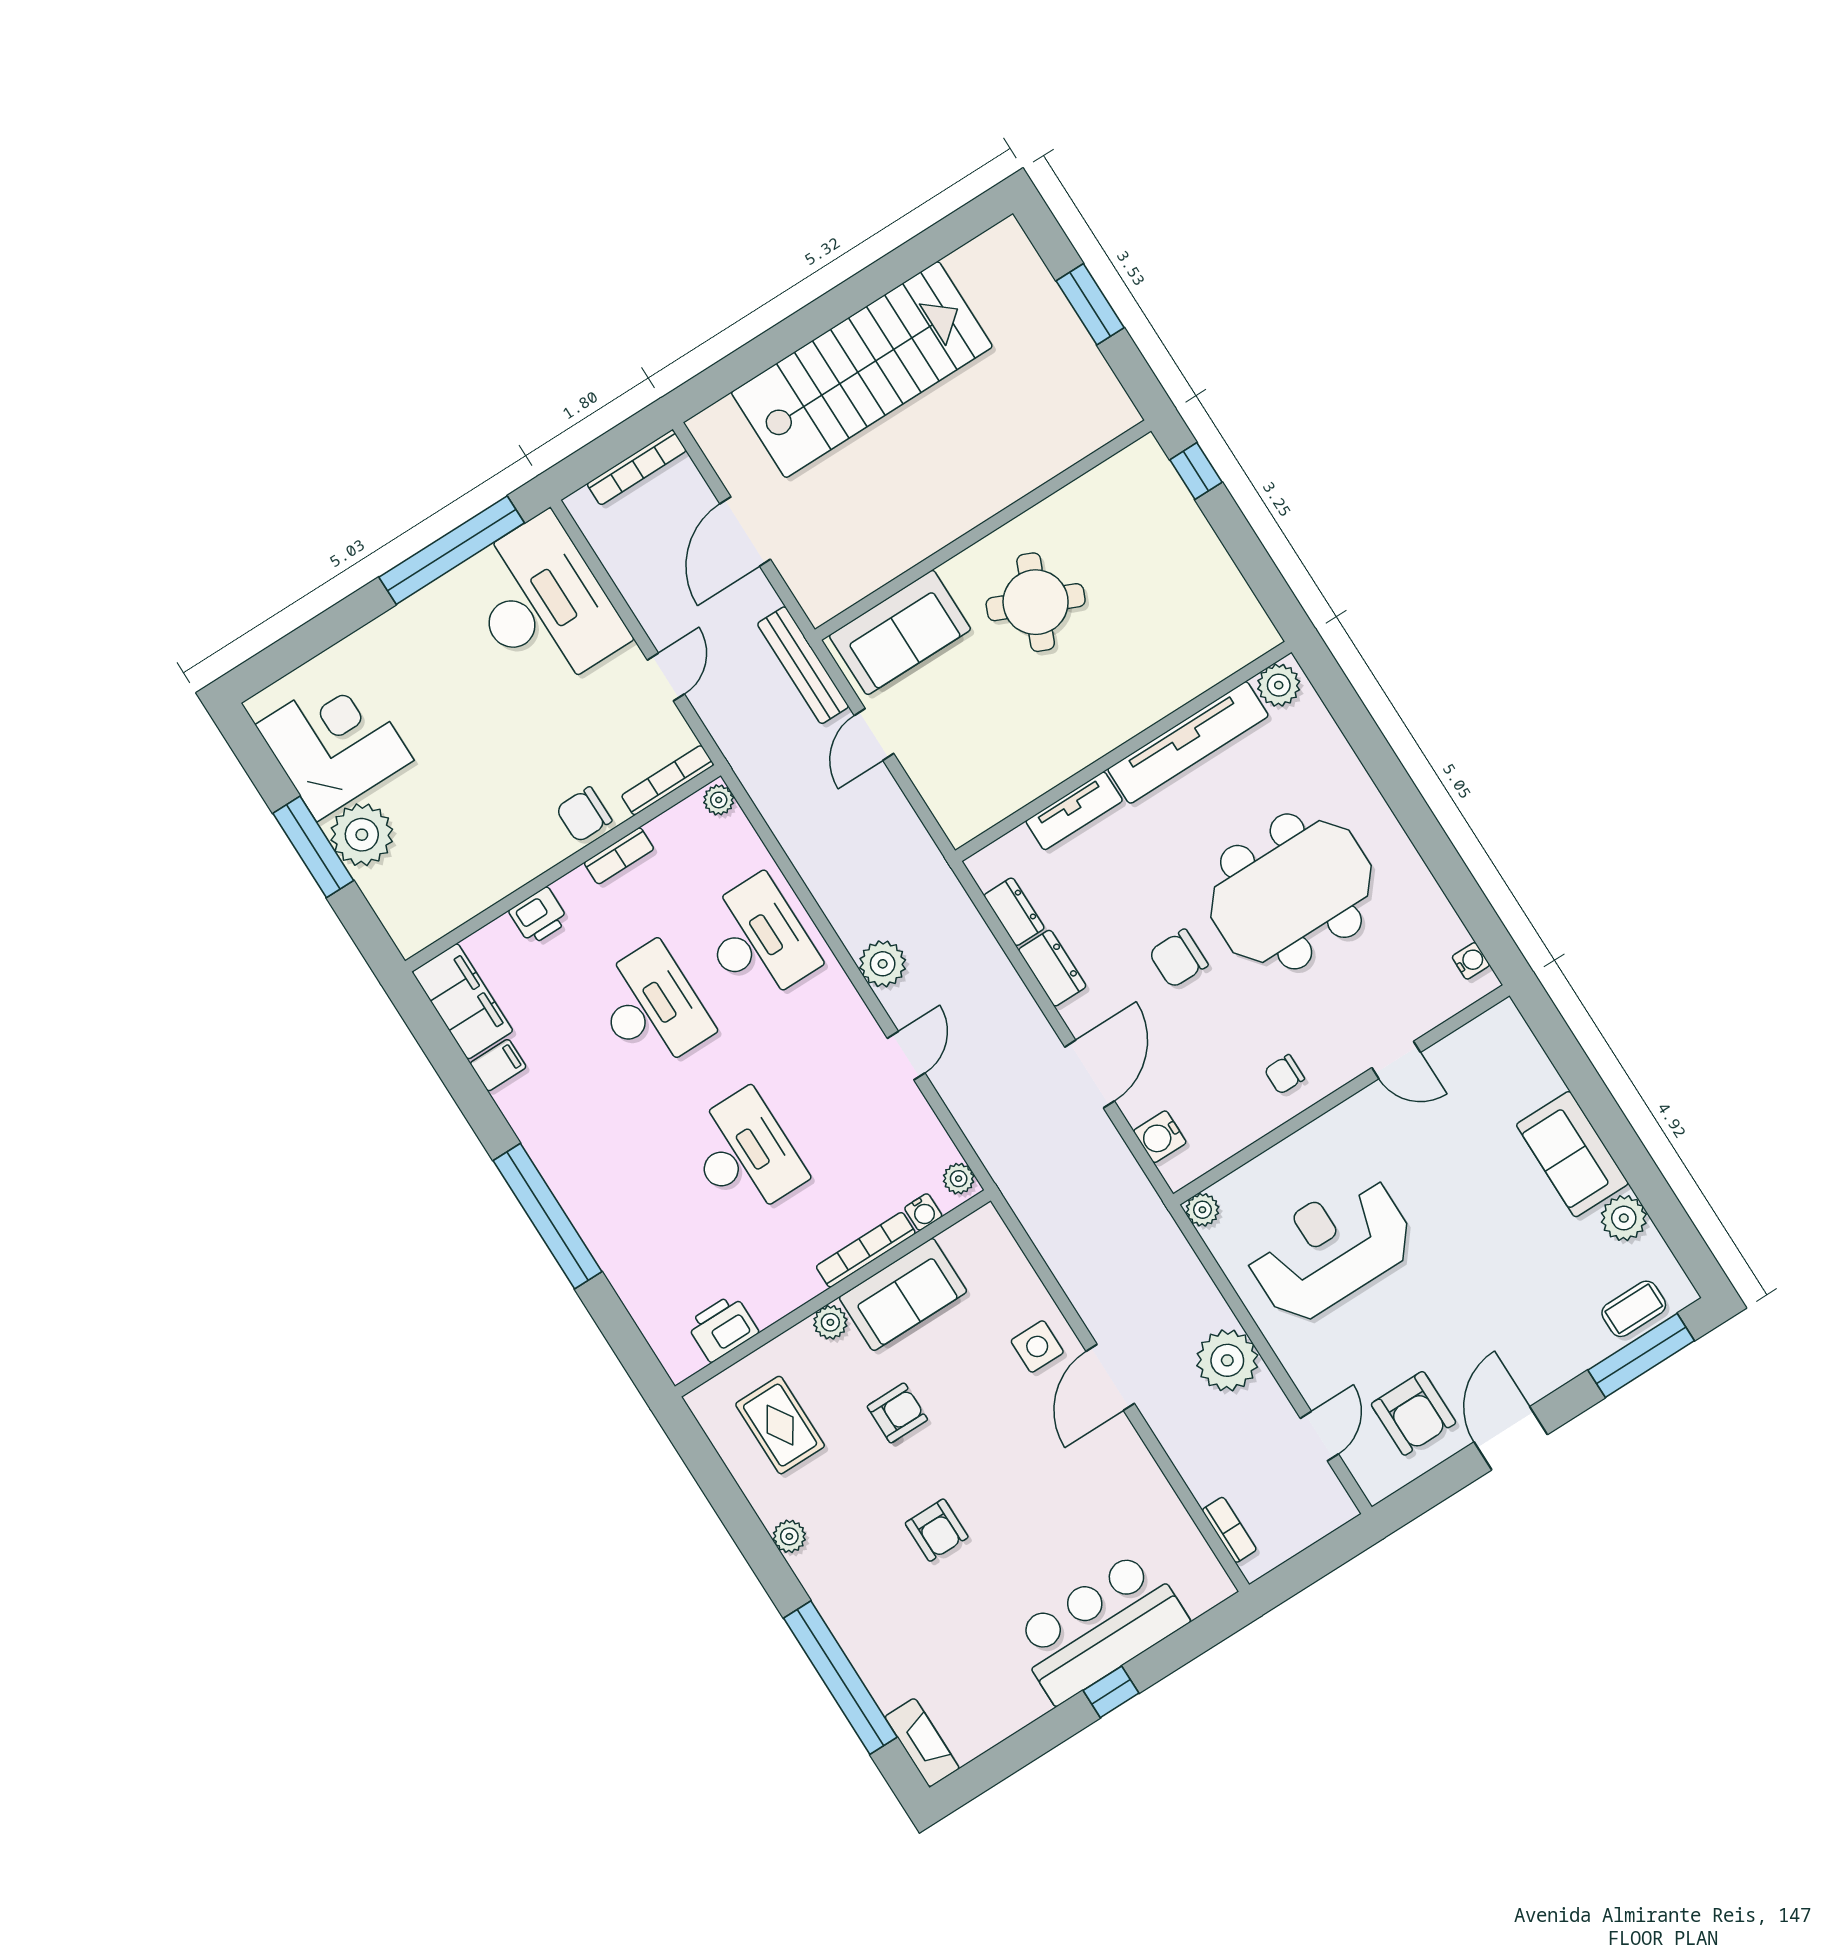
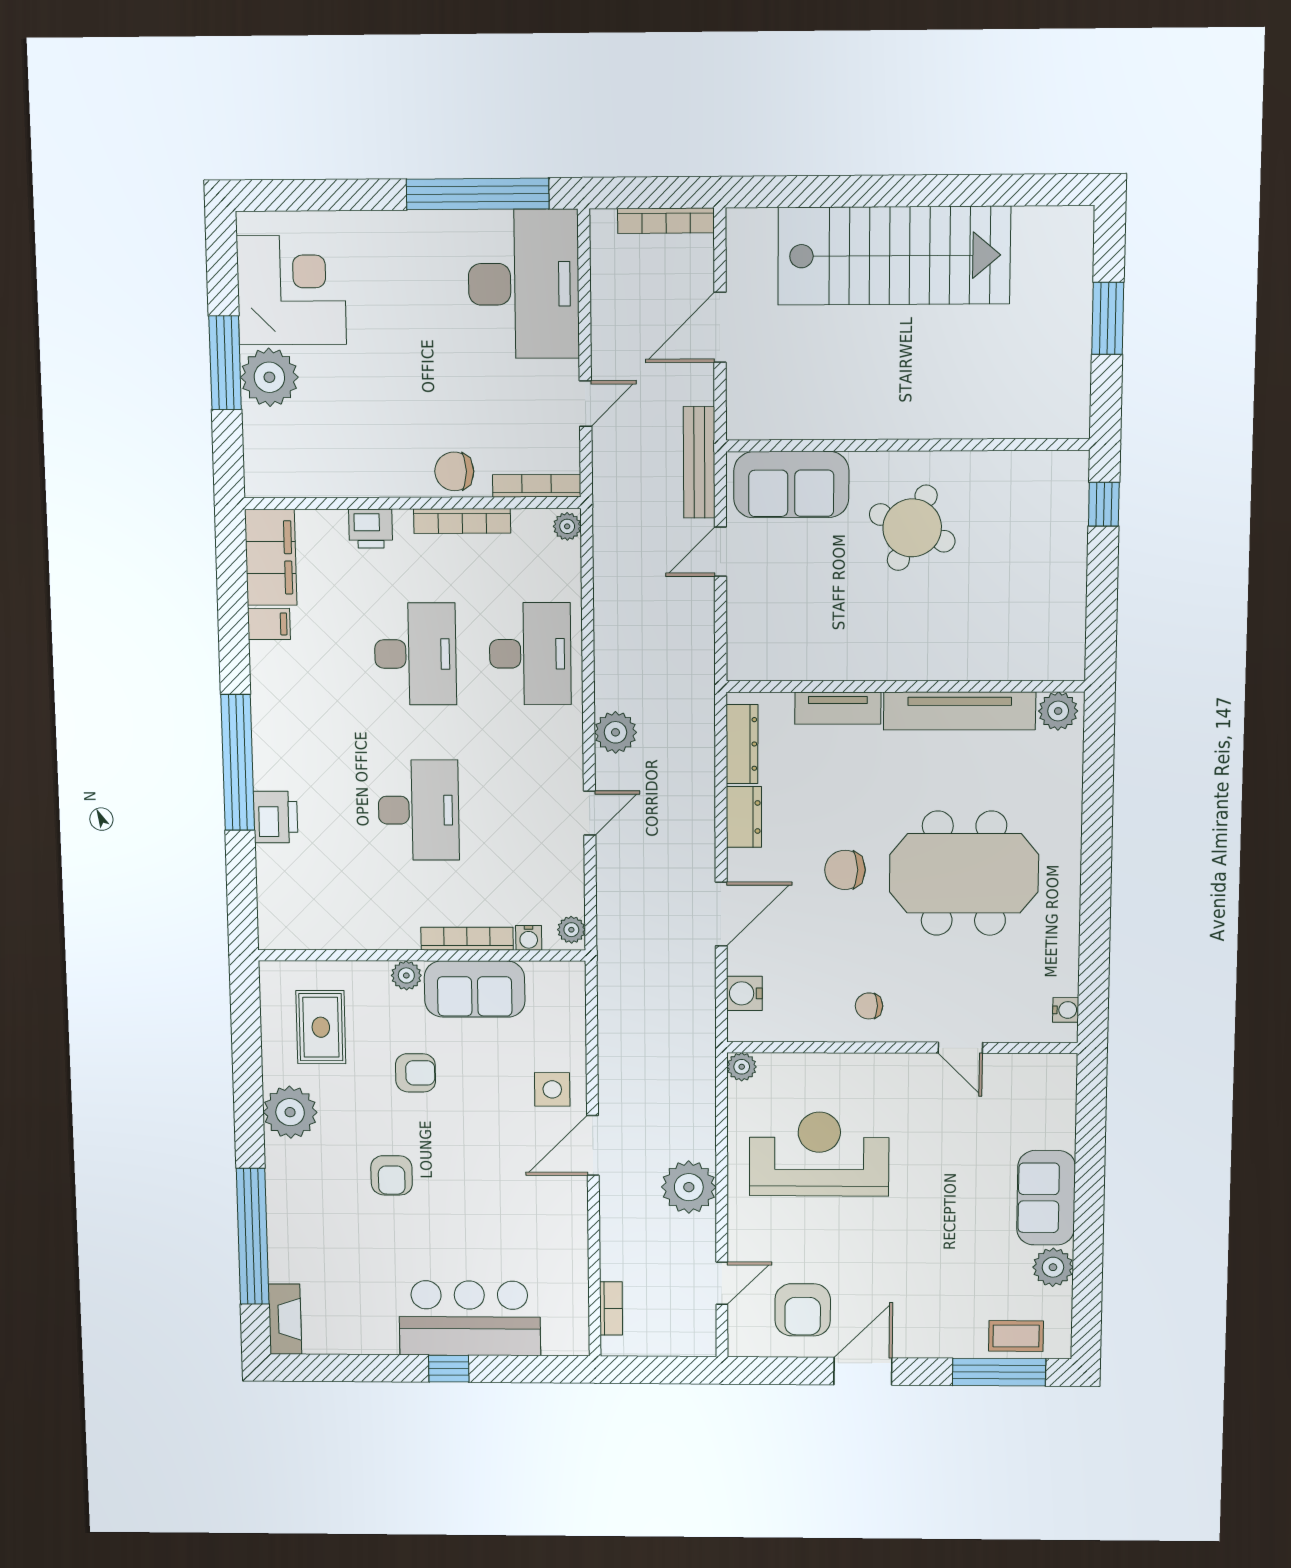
bookcase: (619, 856) -> (462, 521), width x1.56
dresser: (1014, 912) -> (742, 744), width x1.44
printer: (722, 1328) -> (276, 817), moved, turned 90
plant: (789, 1536) -> (290, 1112), width x1.88, depth x1.88

